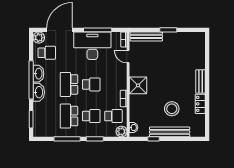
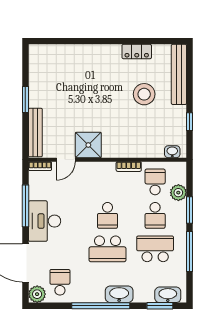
desk: (92, 46) -> (45, 221), width x0.73, depth x0.77
washbasin: (38, 74) -> (168, 295), moved
bench: (201, 81) -> (103, 51), removed
school desk: (91, 84) -> (108, 215), turned 180
shower: (138, 85) -> (88, 145), moved
school desk: (69, 116) -> (155, 249), turned 180
school desk: (91, 116) -> (155, 215), turned 180
plant: (122, 131) -> (178, 193), moved
bench: (170, 132) -> (179, 74), moved

